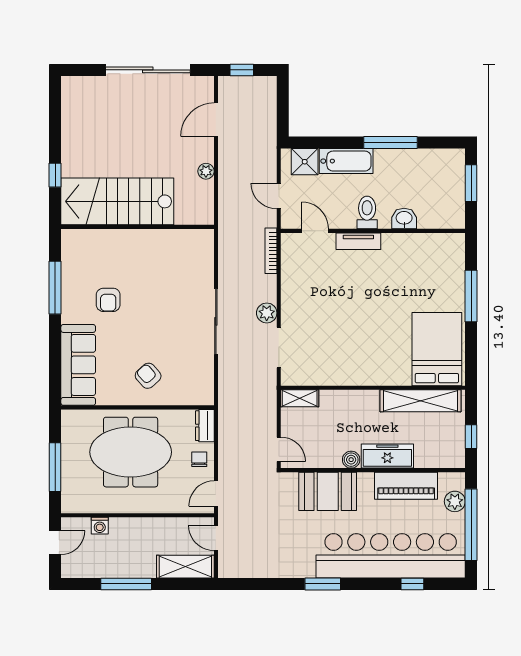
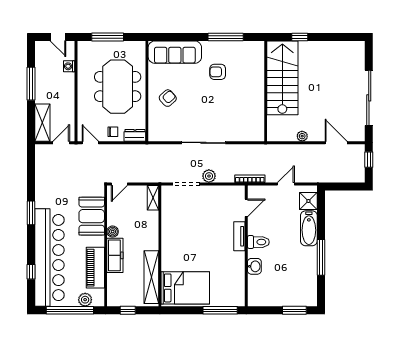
toilet: (367, 212) -> (258, 242), moved
washbasin: (404, 218) -> (254, 266), moved
door: (315, 231) -> (246, 208), moved
wall: (373, 231) -> (246, 246), moved
tv unit: (358, 241) -> (239, 236), moved

